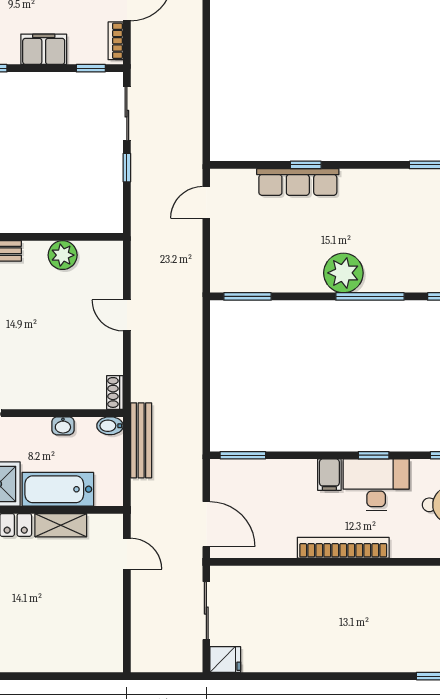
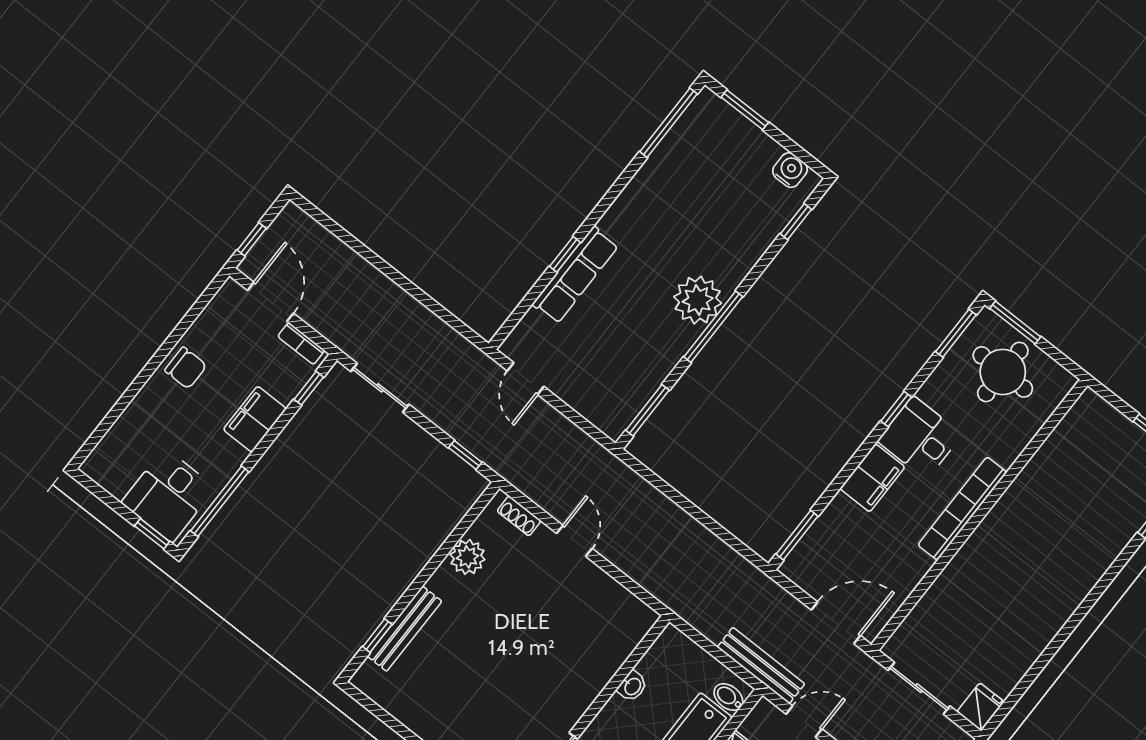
window: (127, 168) -> (465, 455), moved
window: (370, 296) -> (713, 327), moved
door: (127, 315) -> (574, 541), swing flipped
shoe rack: (115, 392) -> (519, 516), moved
bidet: (110, 426) -> (728, 697), moved, turned 90
bench: (141, 440) -> (761, 666), moved
filing cabinet: (329, 475) -> (872, 478), width x2.00
desk: (376, 485) -> (920, 438), width x0.73

